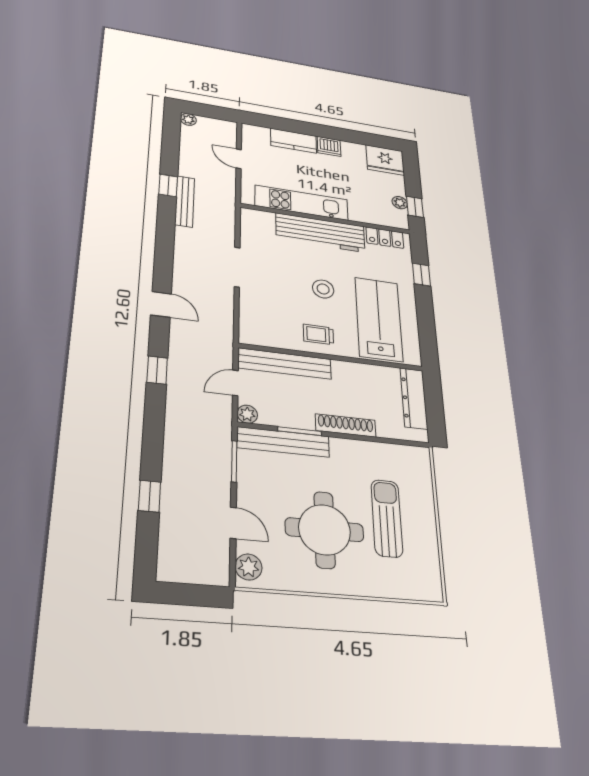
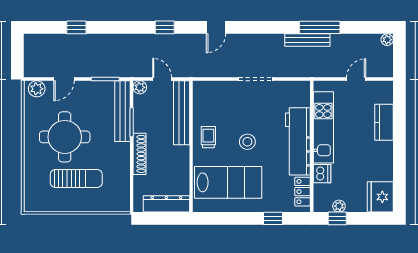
dishwasher: (329, 146) -> (322, 174), moved, turned 180
window: (168, 185) -> (320, 27), width x2.17

